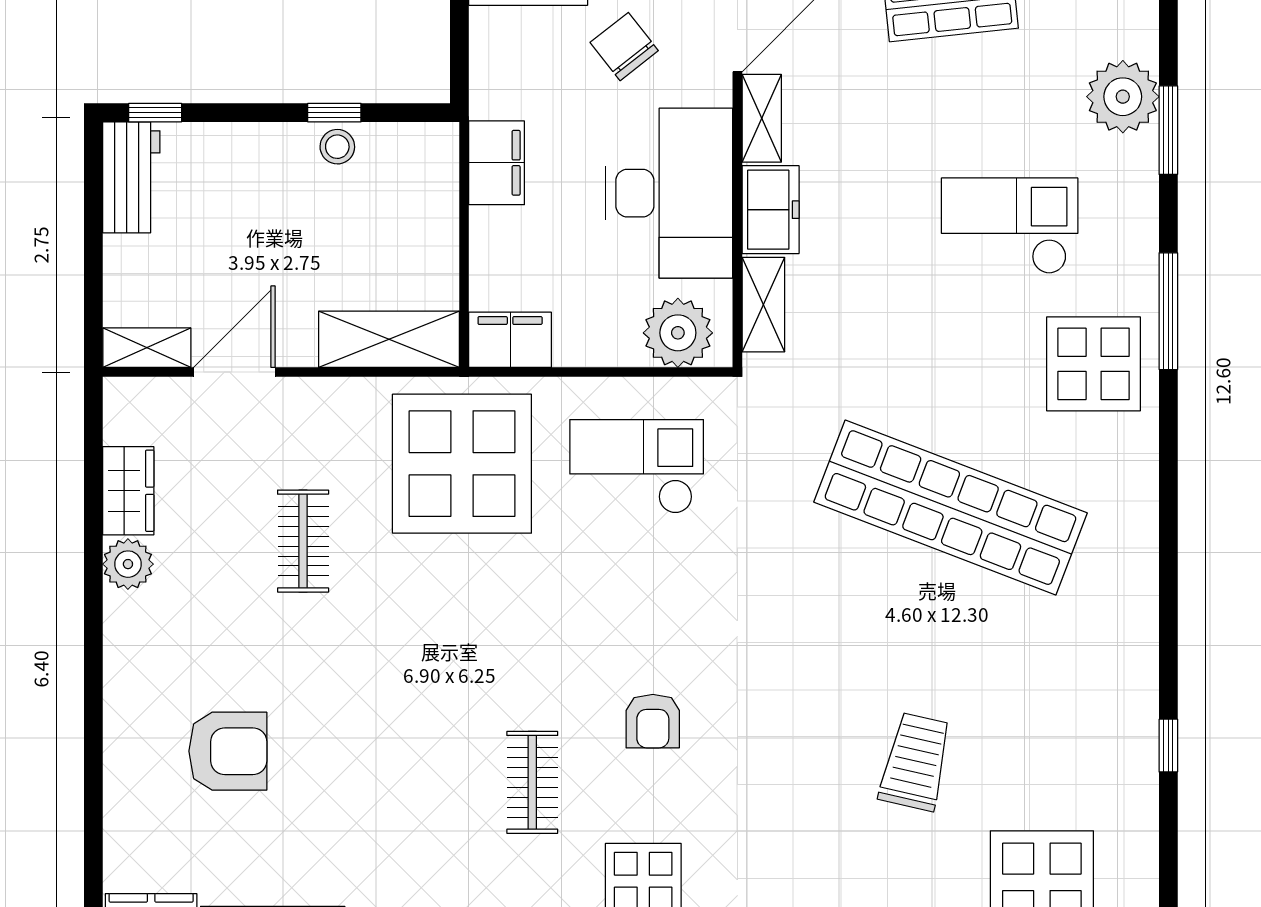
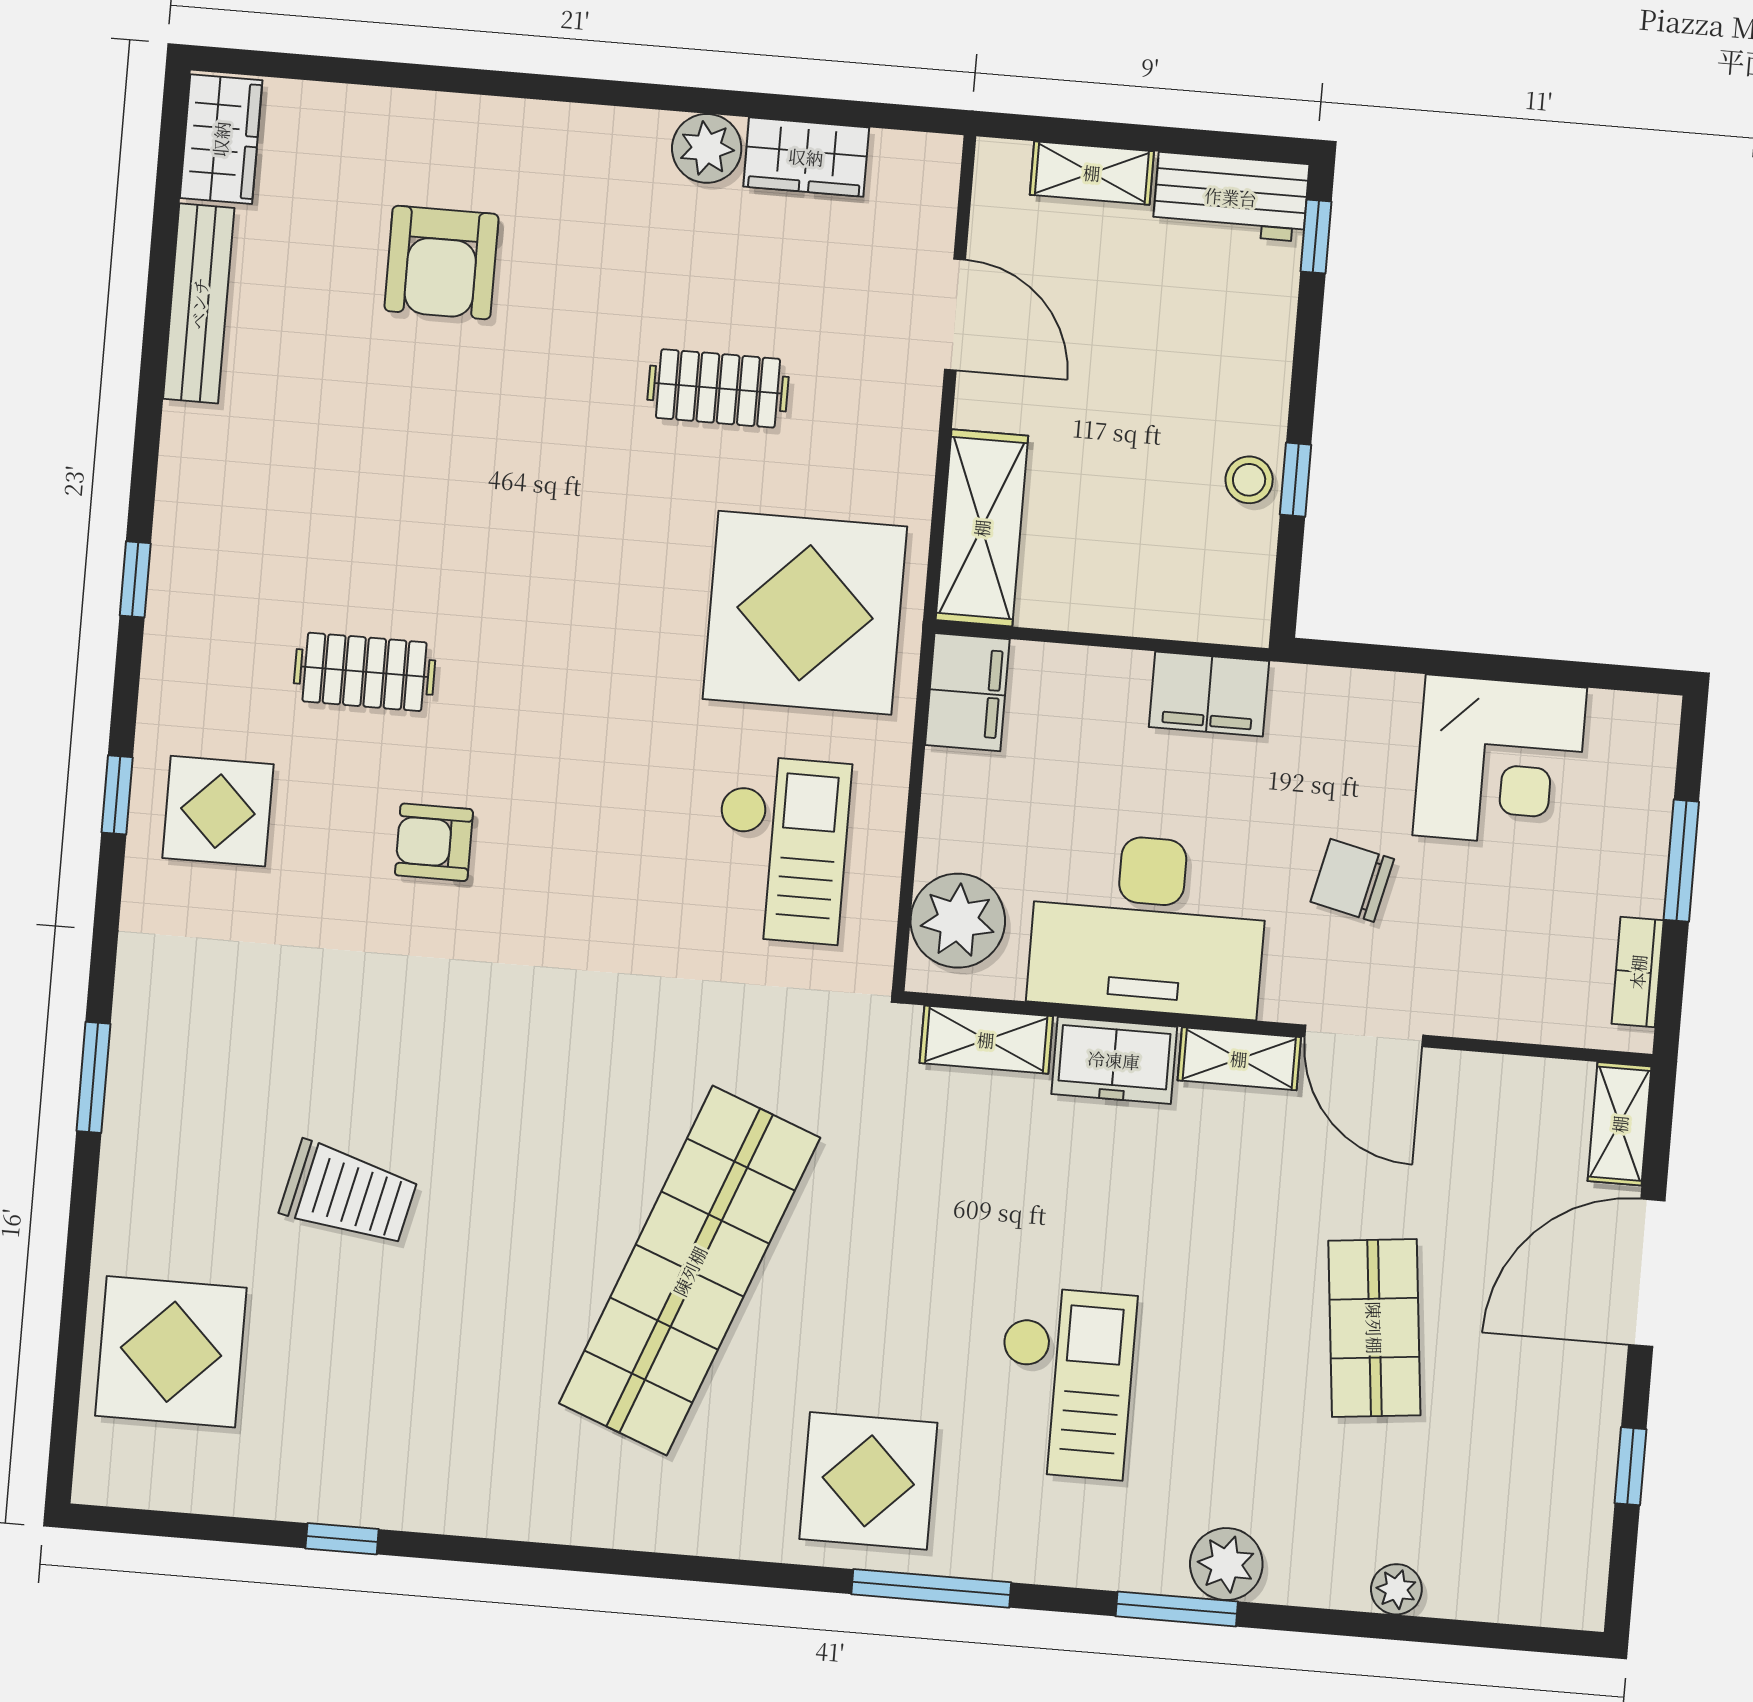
chair: (624, 47) -> (1352, 880), turned -129
plant: (1123, 97) -> (1226, 1564), width x0.73, depth x0.73
shelving: (147, 348) -> (1092, 173), moved, turned 90

